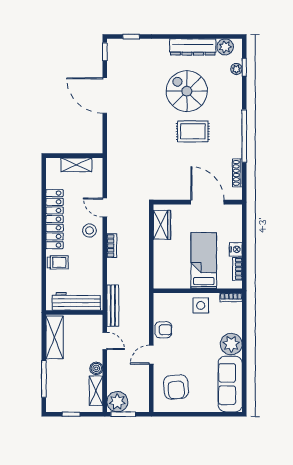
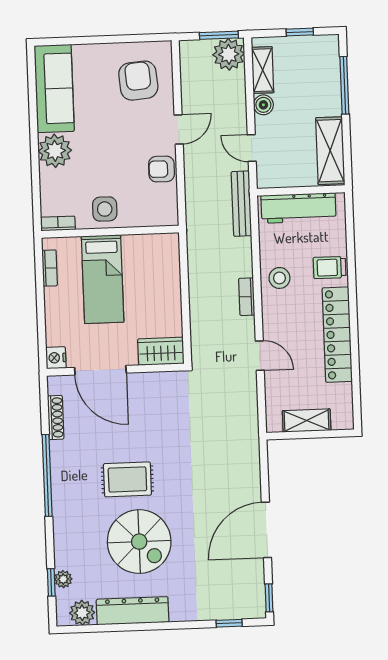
door: (105, 96) -> (266, 530), swing flipped
wardrobe: (162, 225) -> (161, 351), moved, turned 90
stool: (89, 230) -> (279, 278), moved
nightstand: (236, 249) -> (56, 358), moved

